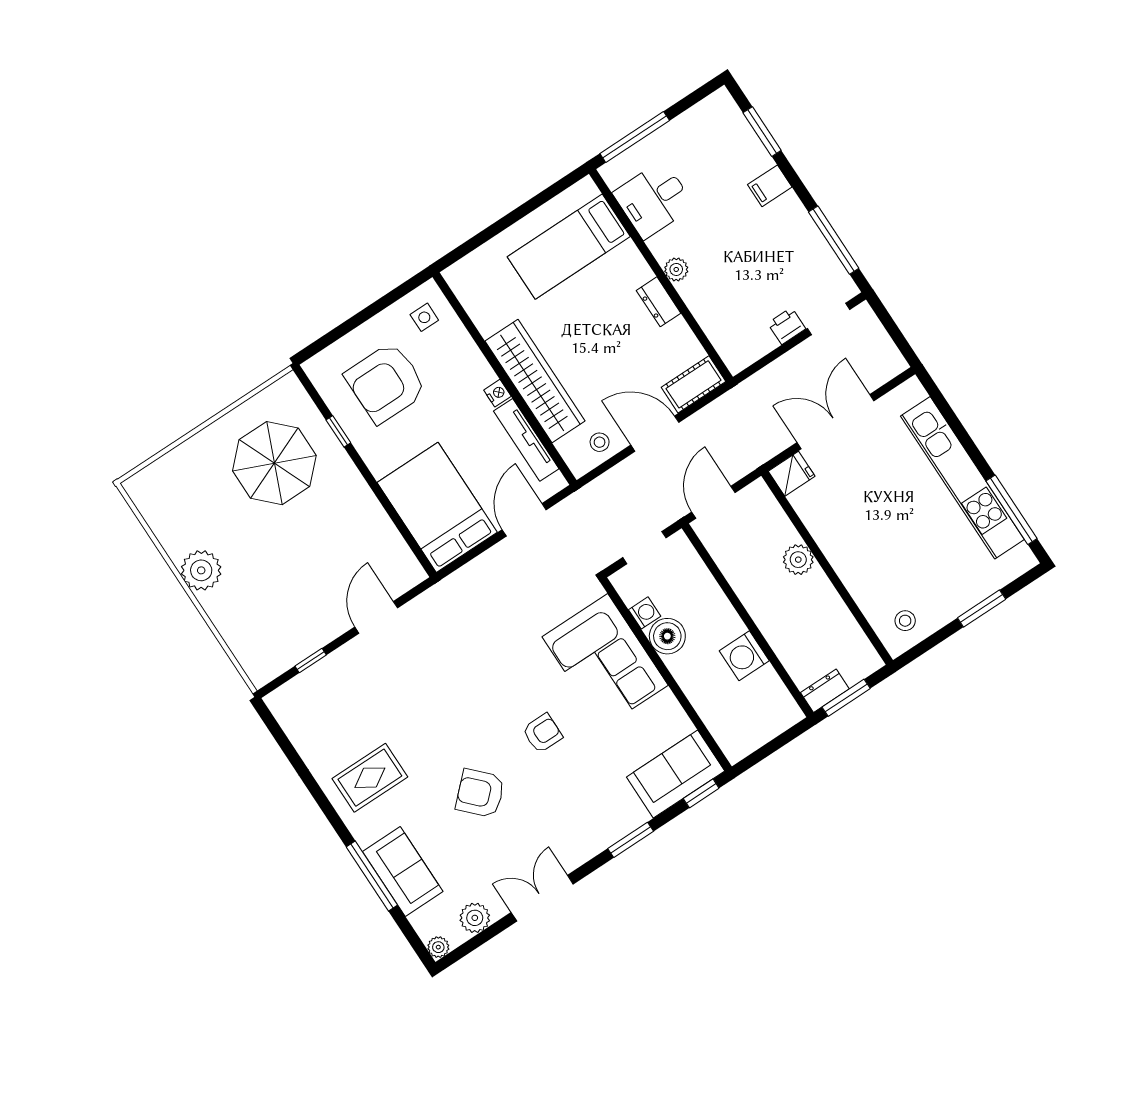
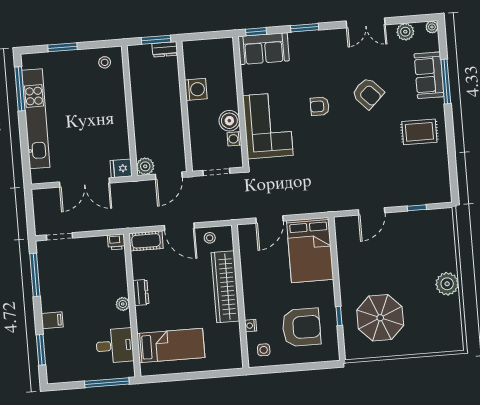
printer: (787, 326) -> (116, 242), moved
nightstand: (497, 393) -> (251, 326), moved
tv unit: (526, 440) -> (246, 259), removed
plant: (798, 560) -> (145, 166), moved

